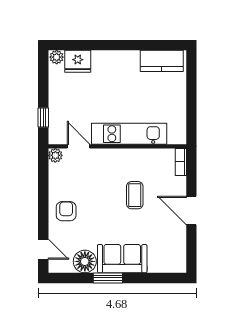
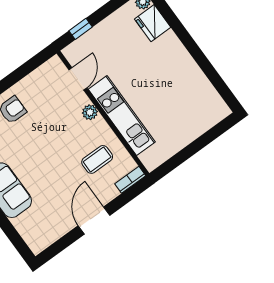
kitchen counter: (162, 61) -> (207, 97), removed
plant: (55, 155) -> (90, 112), moved
coffee table: (135, 195) -> (97, 159), moved

